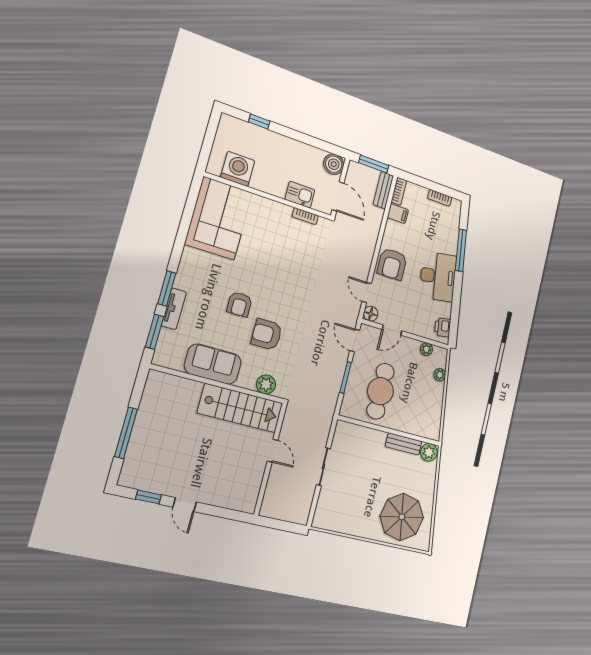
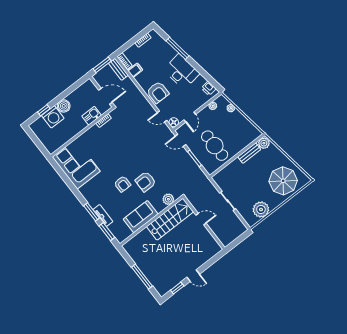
boiler: (334, 164) -> (64, 106), moved
washing machine: (238, 169) -> (53, 117), moved, turned 180
plant: (345, 520) -> (261, 210), added

